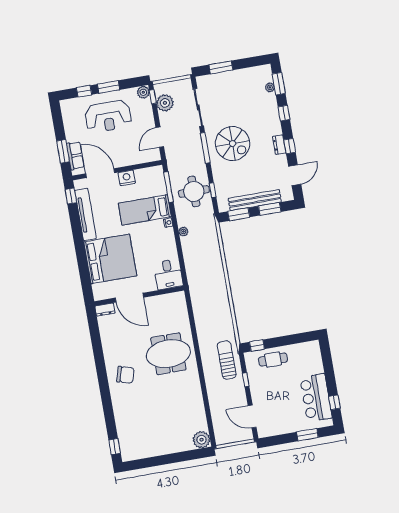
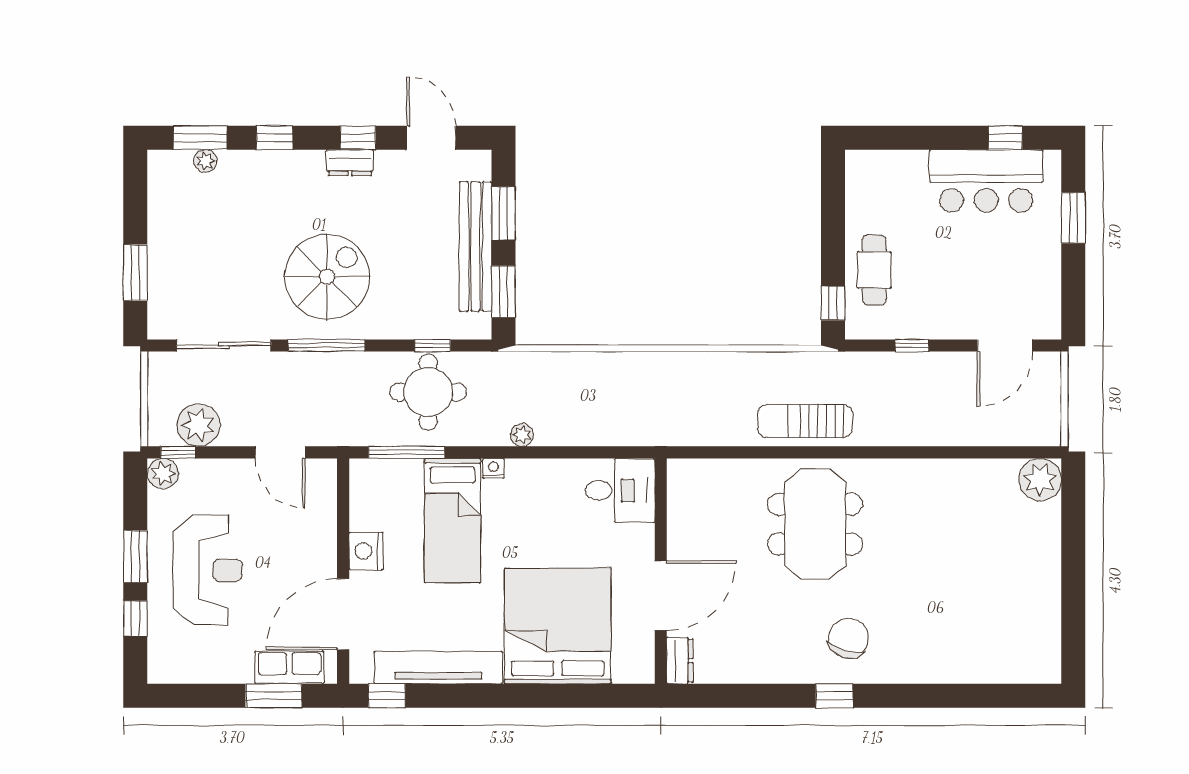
sun lounger: (227, 360) -> (805, 421), moved
window: (115, 447) -> (834, 696), moved

